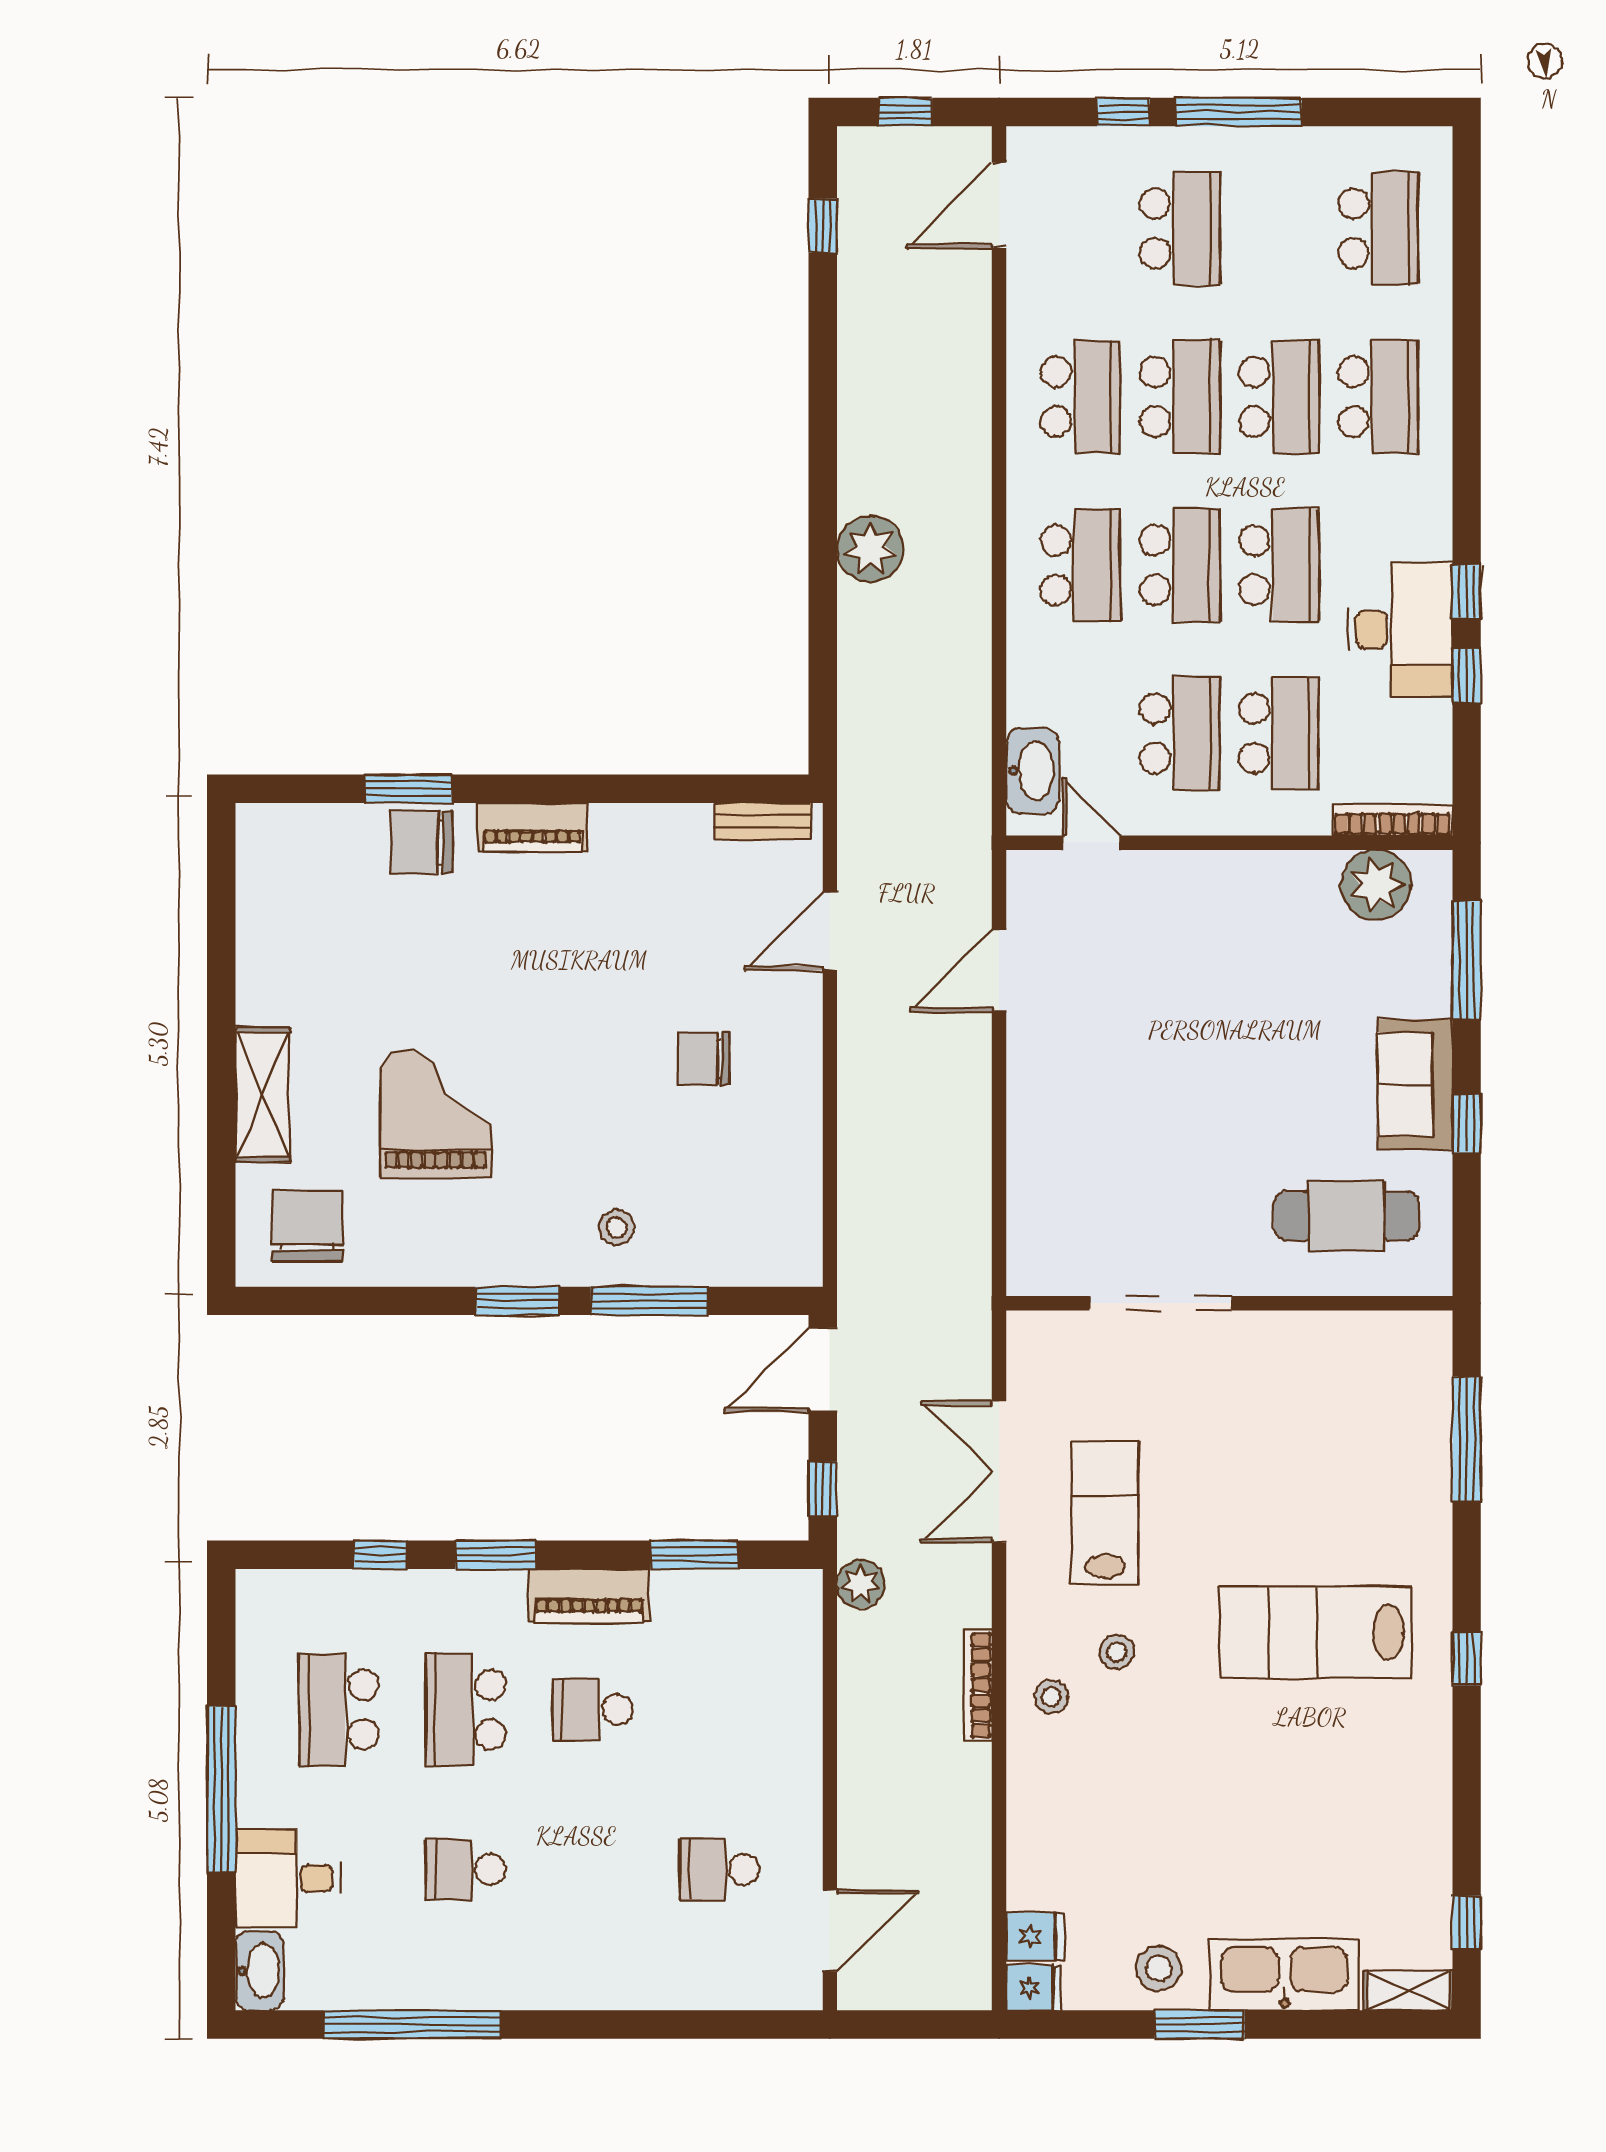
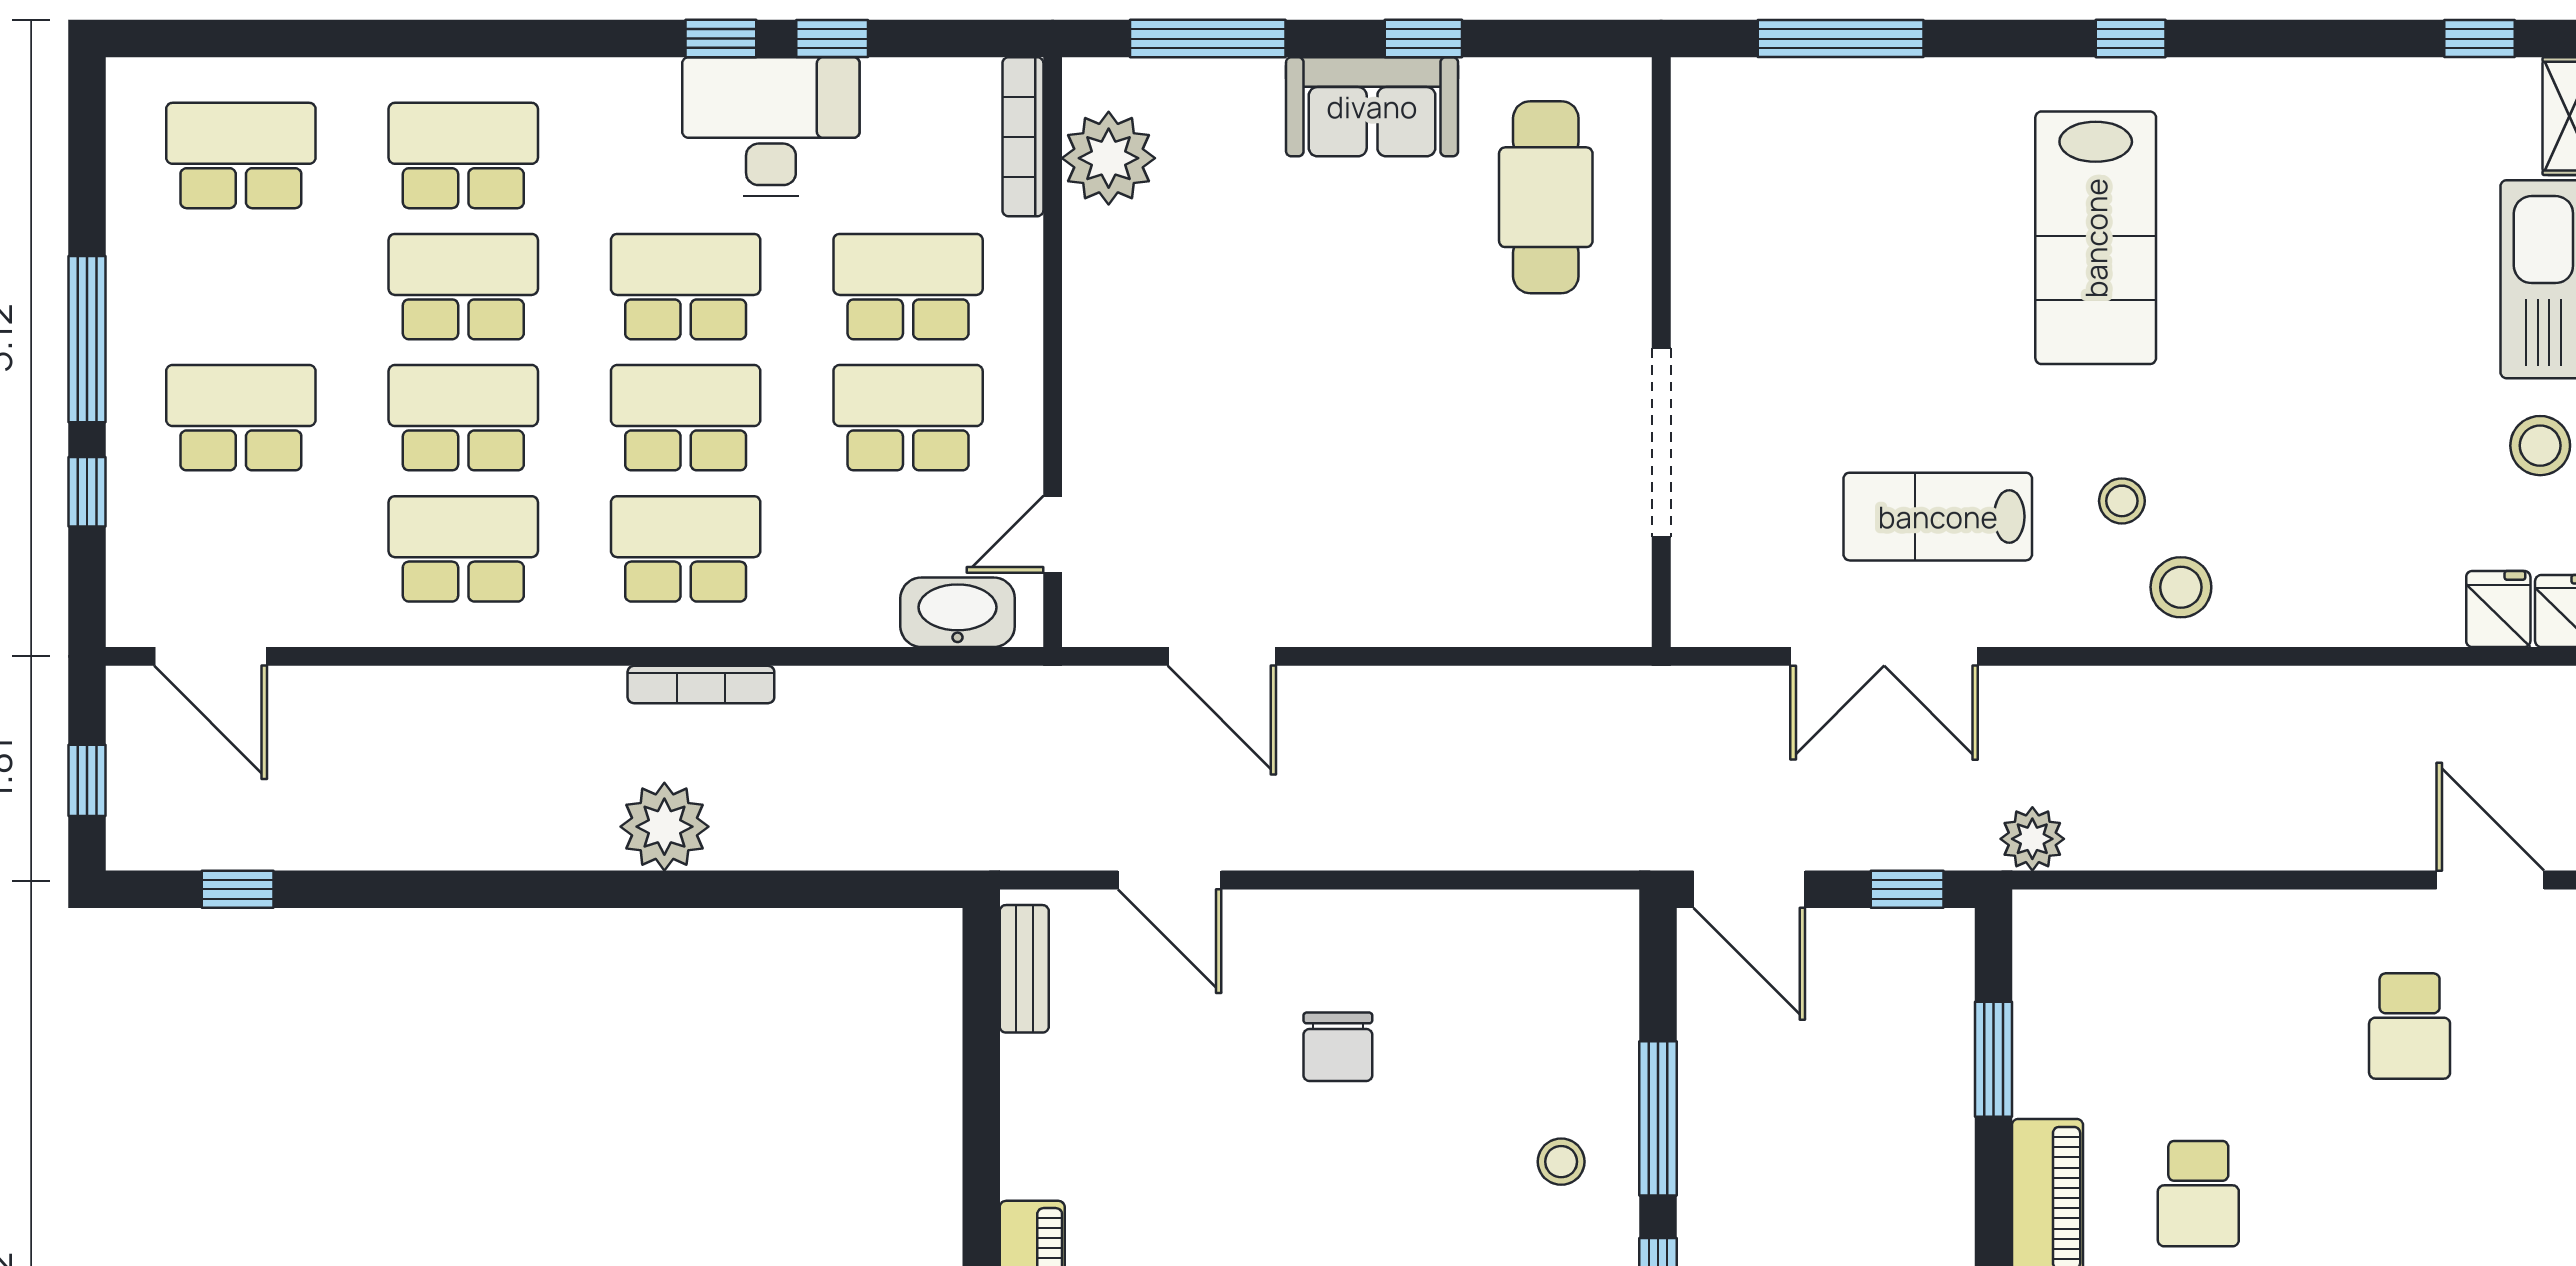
bookcase: (978, 1685) -> (701, 685), moved
stool: (1051, 1697) -> (2181, 587), width x1.37, depth x1.37

